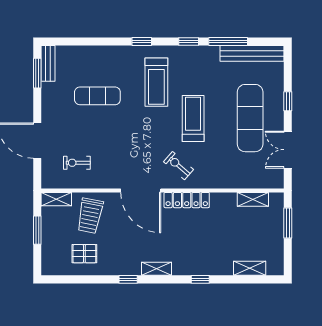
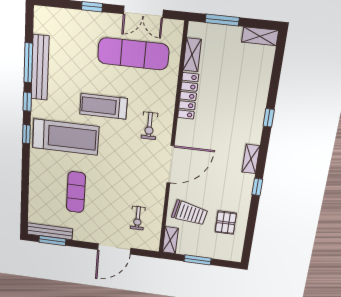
window: (142, 41) -> (26, 134), moved
bench: (252, 53) -> (40, 68), moved
bench: (48, 63) -> (50, 231), width x1.36
treadmill: (156, 82) -> (66, 137), width x1.37, depth x1.38
exercise mat: (250, 118) -> (133, 54), moved
exercise bike: (178, 166) -> (149, 126), turned -41
locker: (187, 200) -> (188, 96), moved
shelving: (250, 268) -> (260, 36), moved, turned 90

